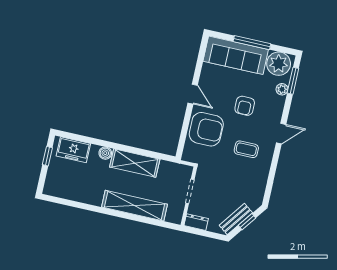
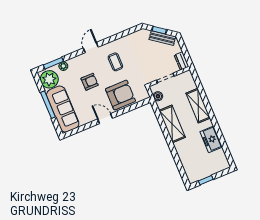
door: (193, 94) -> (105, 119), hinge flipped
armchair: (206, 129) -> (121, 95), turned 90
door: (281, 134) -> (91, 48), hinge flipped
freezer: (73, 150) -> (211, 139), moved, turned 180
boiler: (105, 153) -> (158, 96), moved
shelving: (134, 206) -> (198, 106), width x0.68

